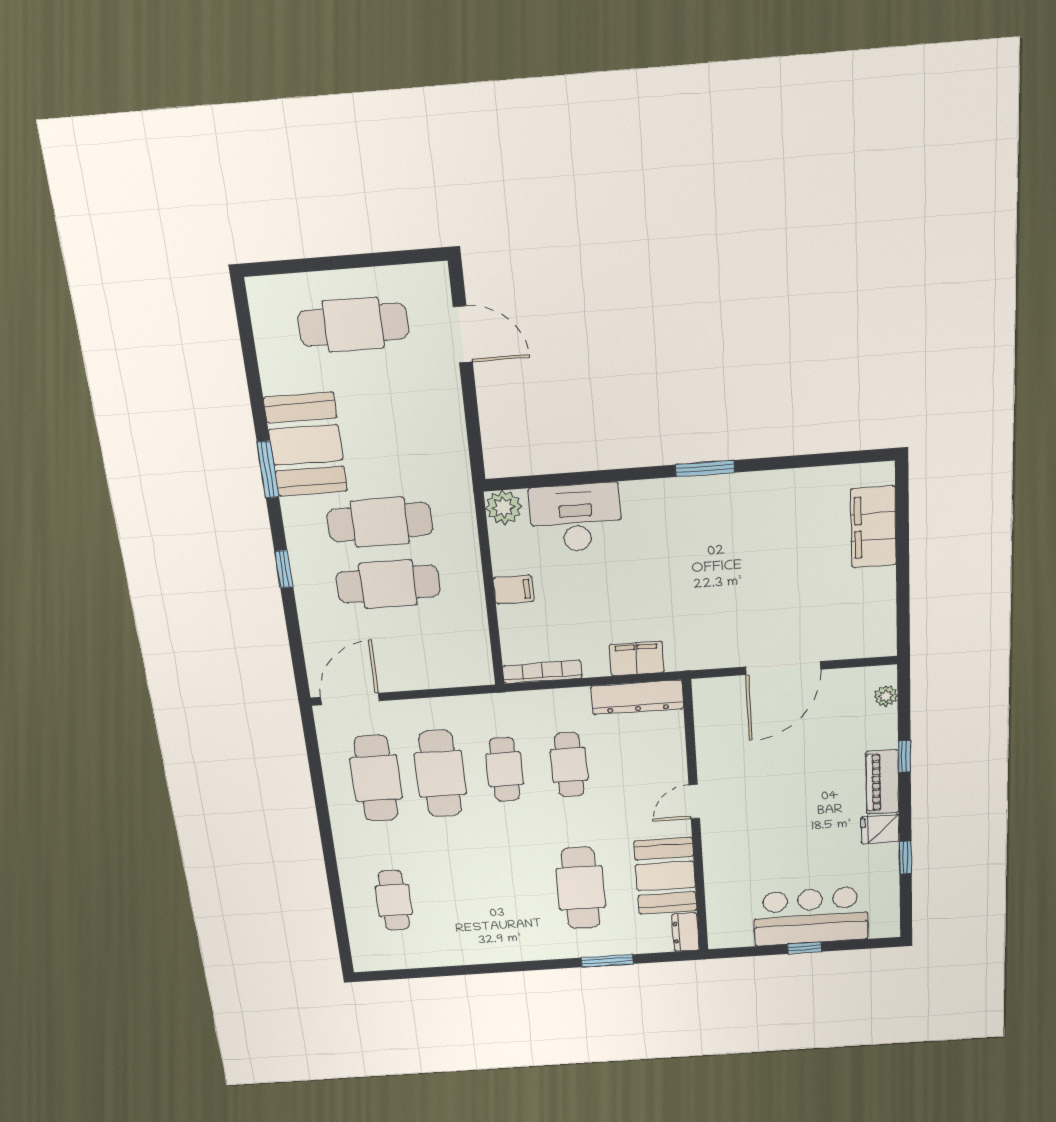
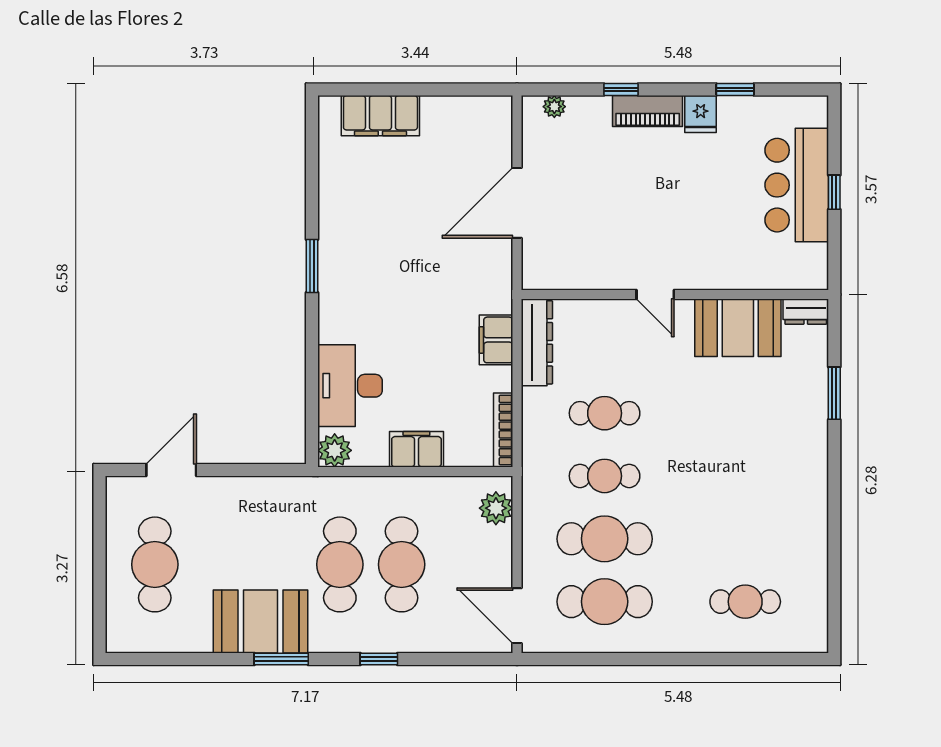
filing cabinet: (513, 590) -> (416, 449), width x2.00
door: (783, 668) -> (517, 203), swing flipped
plant: (460, 671) -> (496, 508), added
cafe table: (581, 888) -> (745, 413), removed

